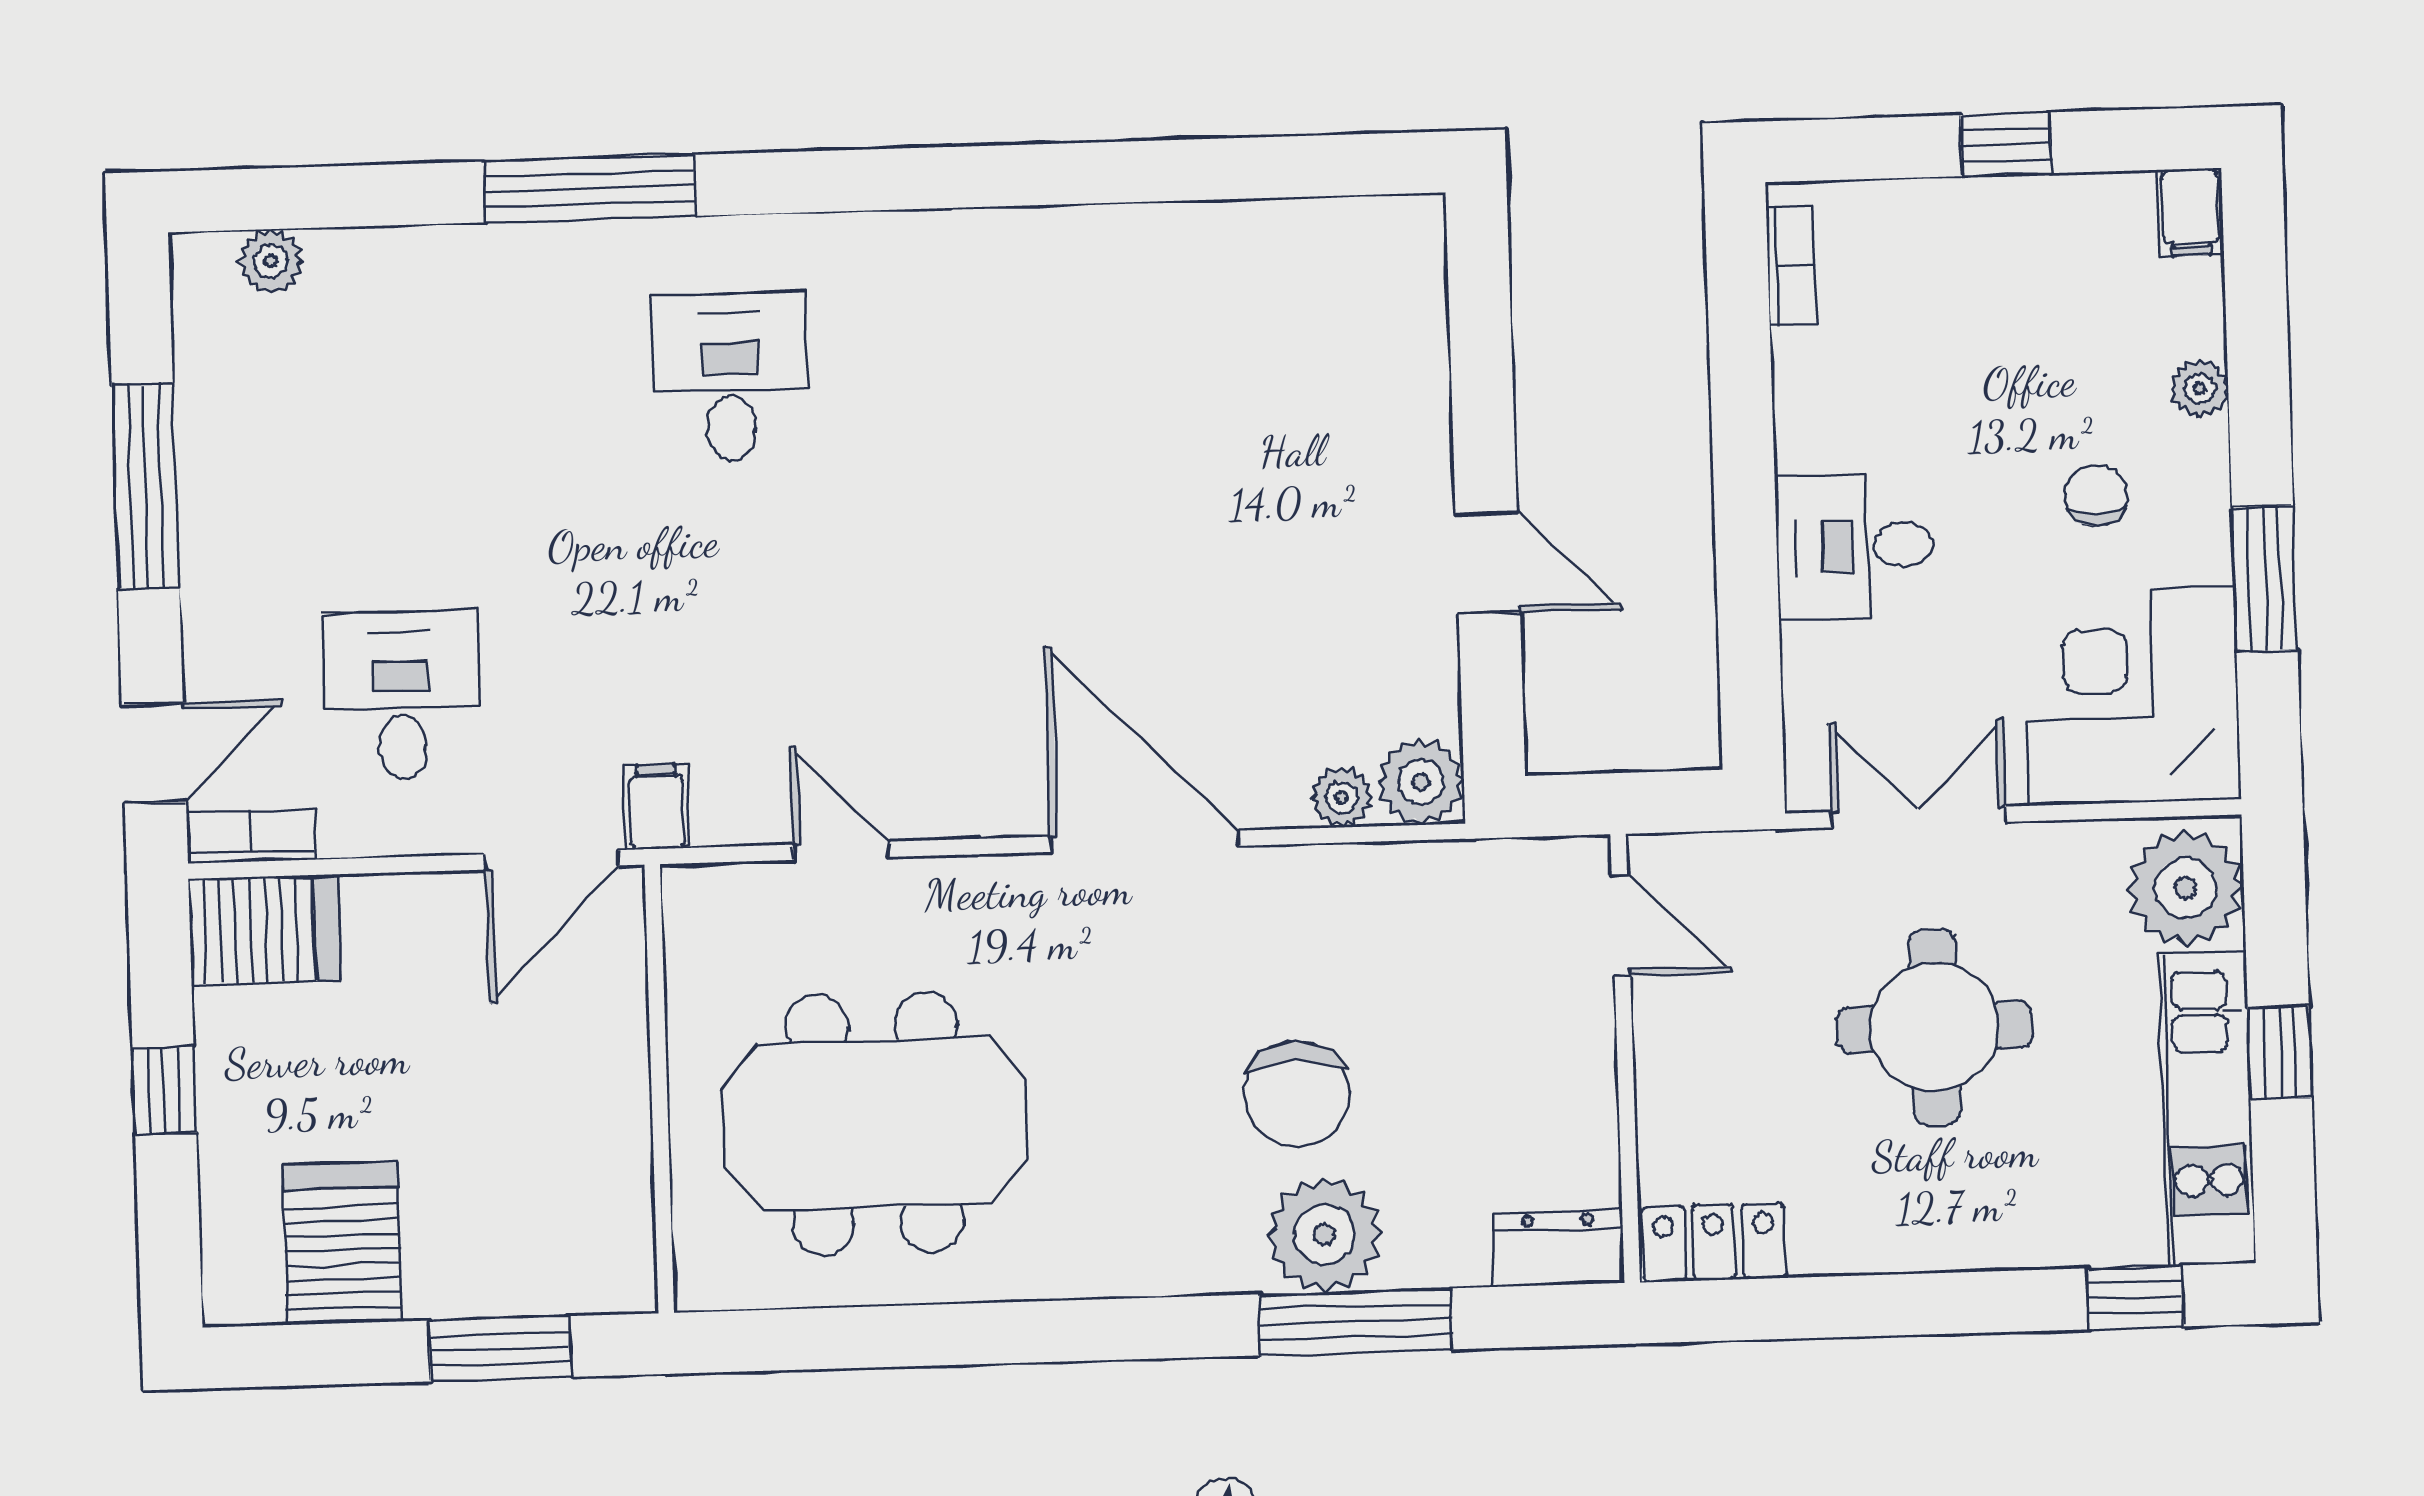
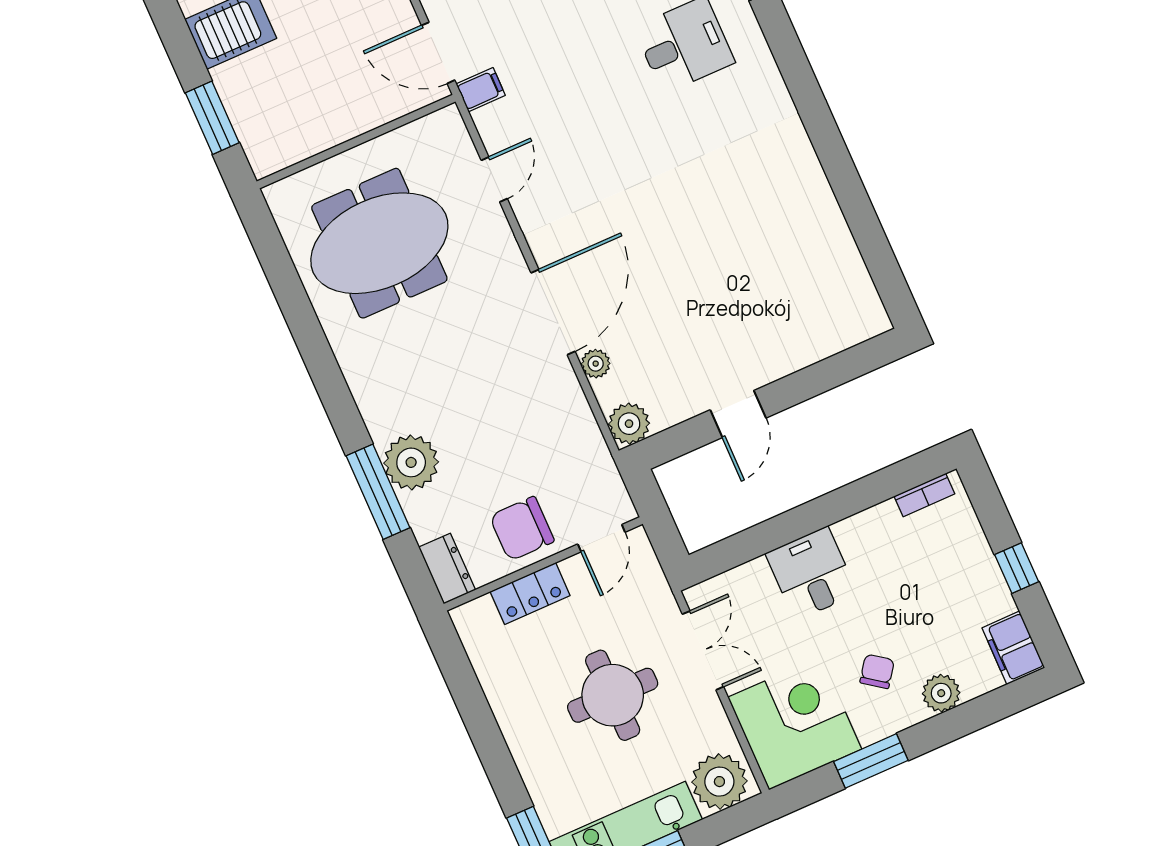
filing cabinet: (2190, 212) -> (1013, 648), width x2.00
plant: (2200, 388) -> (941, 693), width x1.38, depth x1.38
chair: (2096, 496) -> (877, 671), turned -54
plant: (1342, 797) -> (596, 364), moved
chair: (1297, 1094) -> (522, 529), moved
meeting table: (875, 1124) -> (379, 243), turned 90
locker: (1714, 1242) -> (530, 594), moved, turned 90

